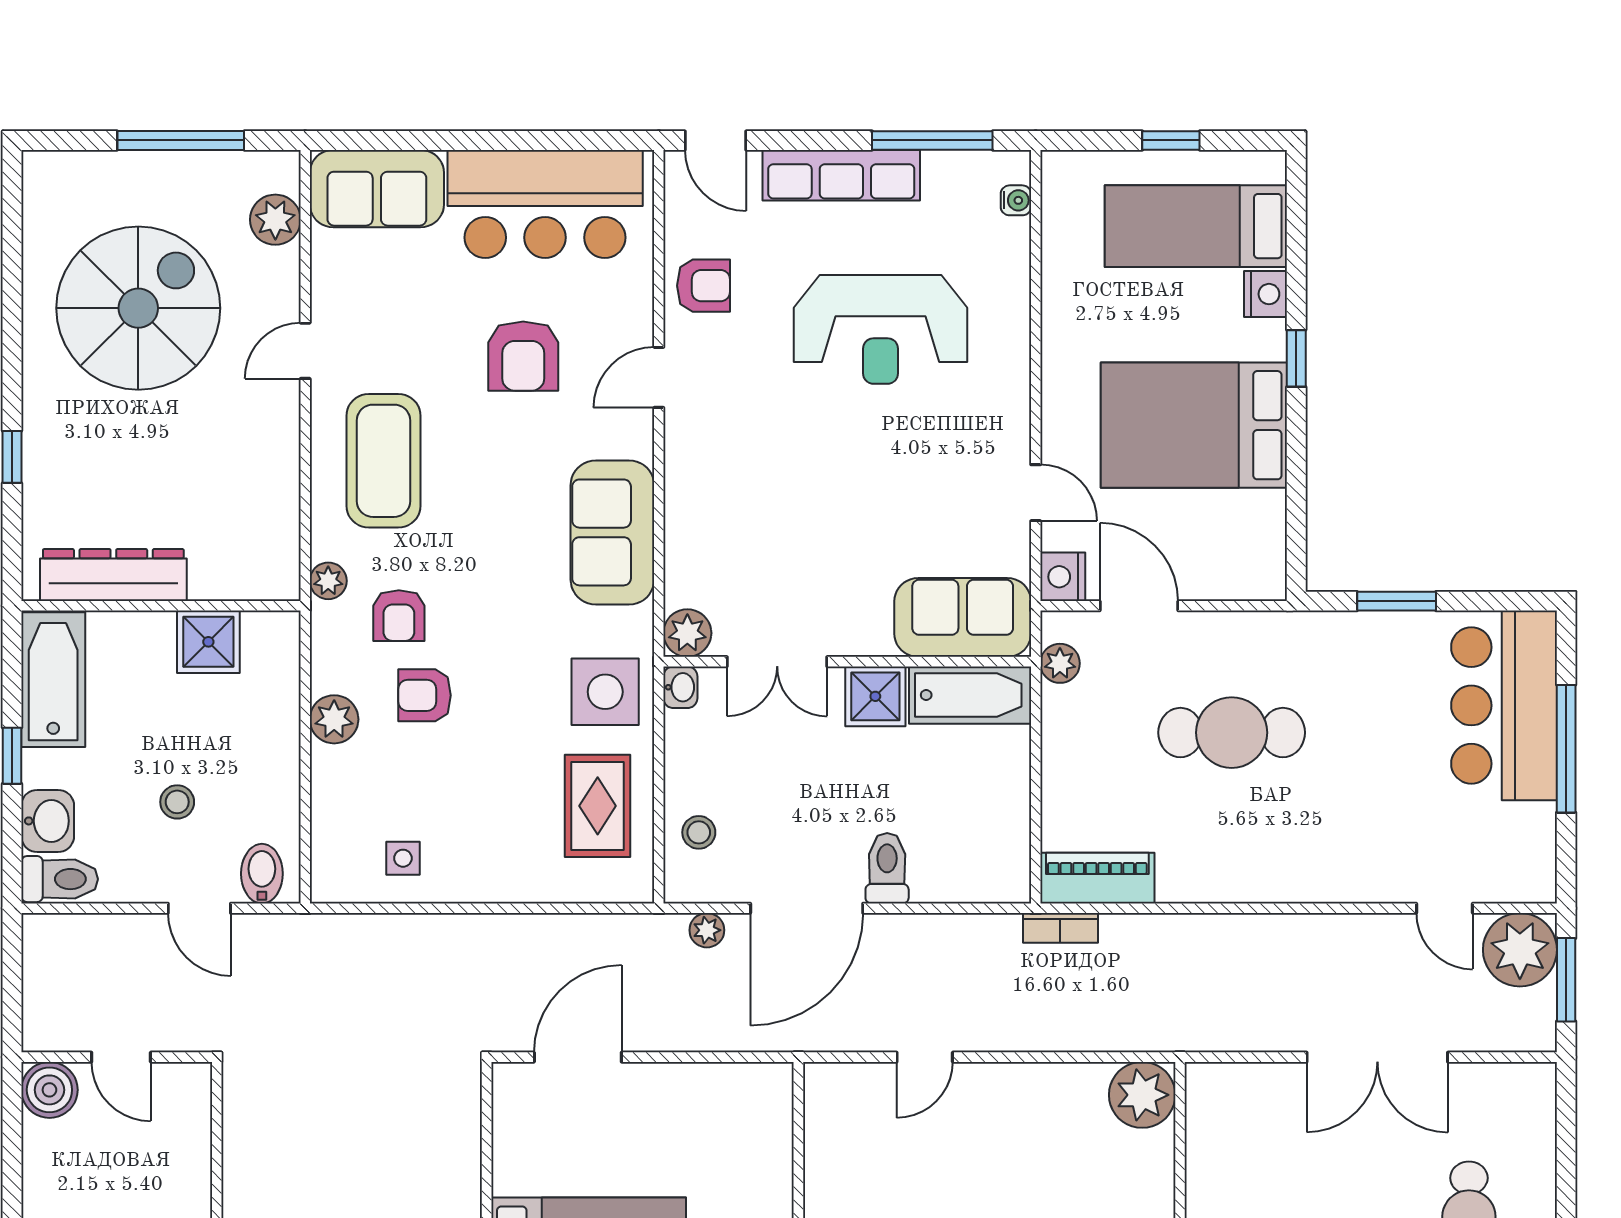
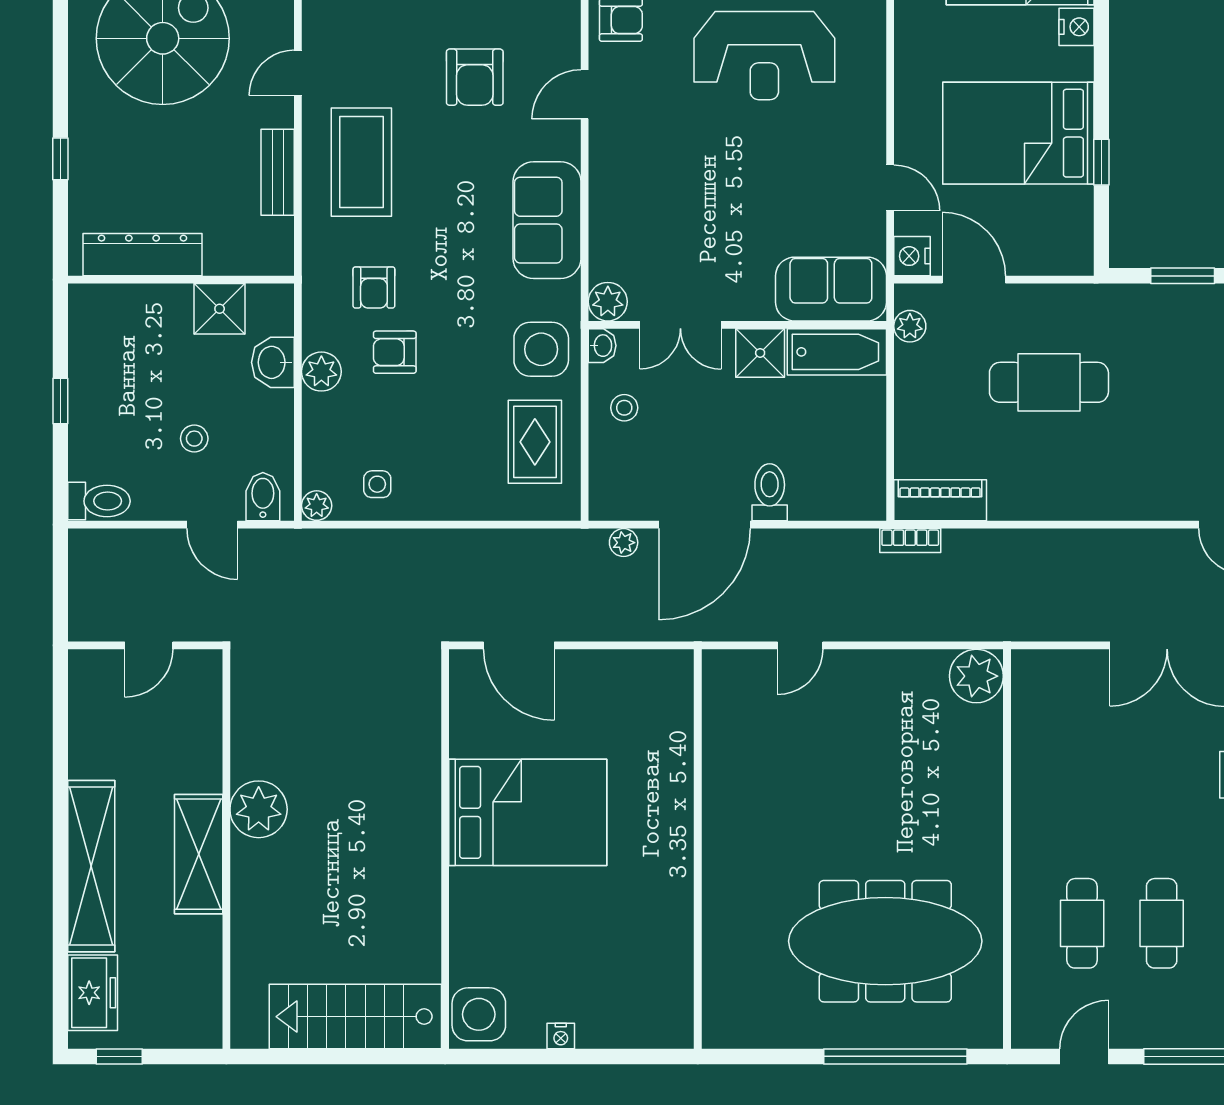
window: (1296, 358) -> (1101, 162), moved
bench: (280, 473) -> (278, 172), added
plant: (328, 581) -> (317, 506), moved
bathtub: (53, 680) -> (94, 339), removed
washbasin: (48, 821) -> (273, 362), moved, turned 180
stool: (699, 832) -> (624, 408), moved
door: (121, 1057) -> (149, 645), hinge flipped
door: (578, 1057) -> (519, 645), swing flipped
boiler: (49, 1090) -> (91, 672), removed

